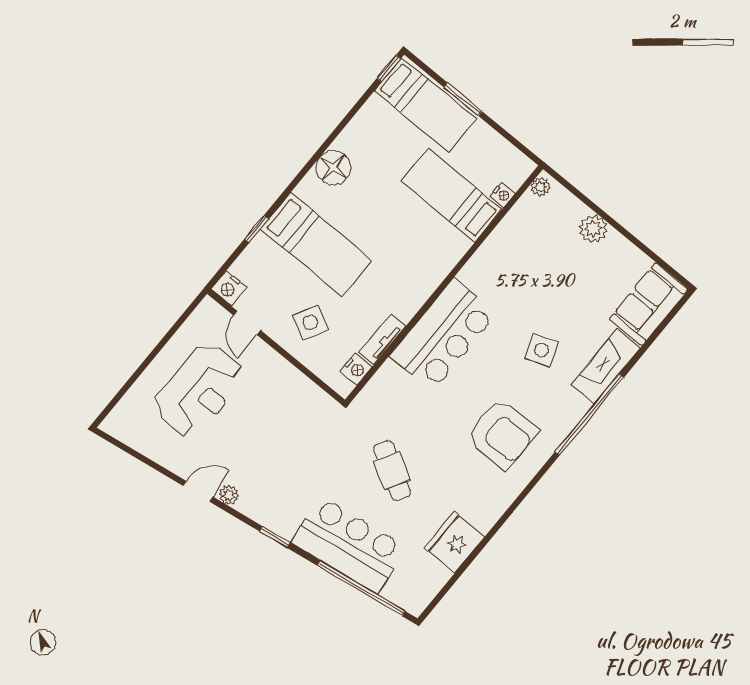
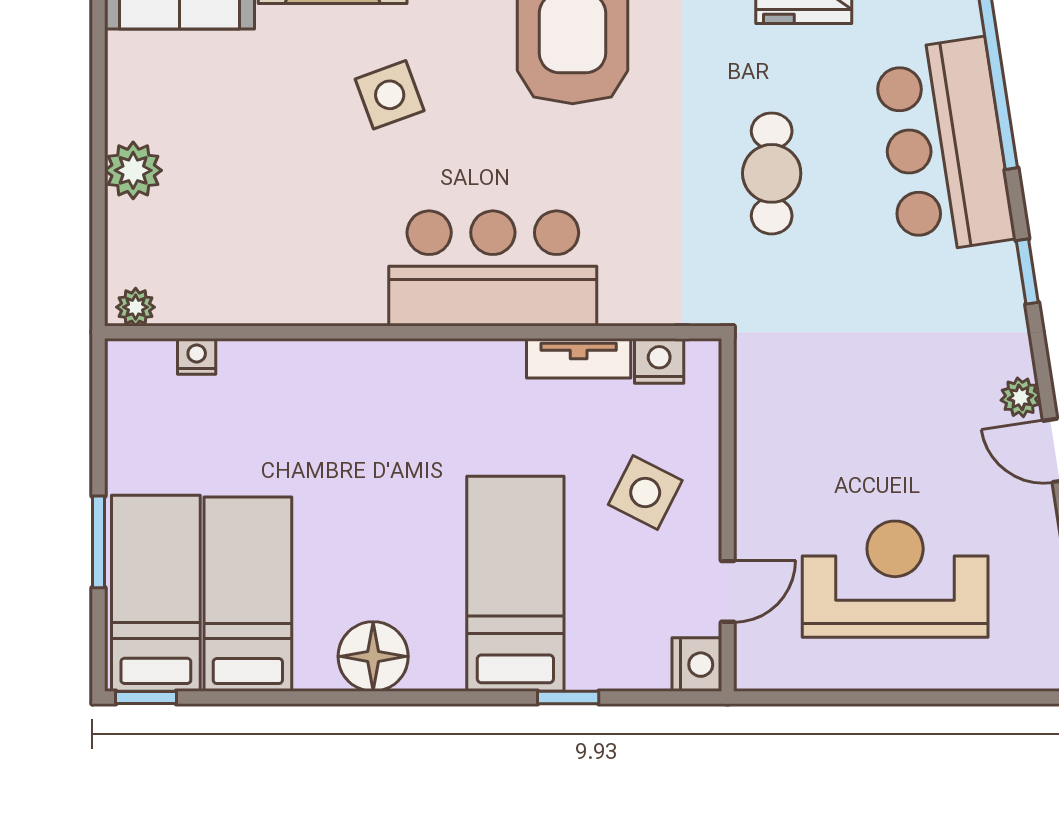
bed: (452, 195) -> (248, 594), moved, turned 180
cafe table: (392, 471) -> (772, 173), turned -30

